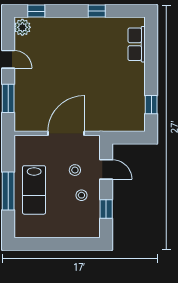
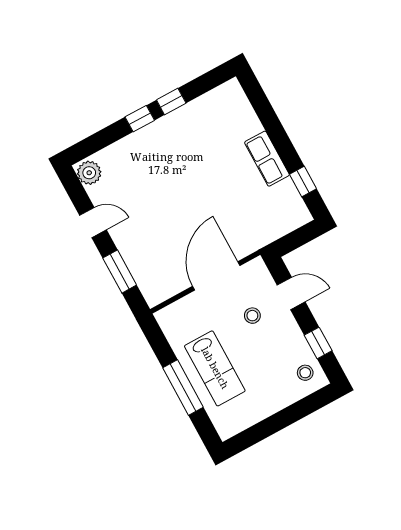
window: (36, 11) -> (140, 119), moved
row of seats: (137, 44) -> (267, 159), moved
stool: (81, 195) -> (305, 373), moved

